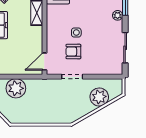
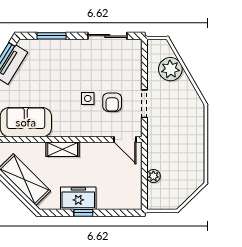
plant: (118, 15) -> (66, 46), removed
plant: (16, 88) -> (153, 176), width x0.53, depth x0.53

